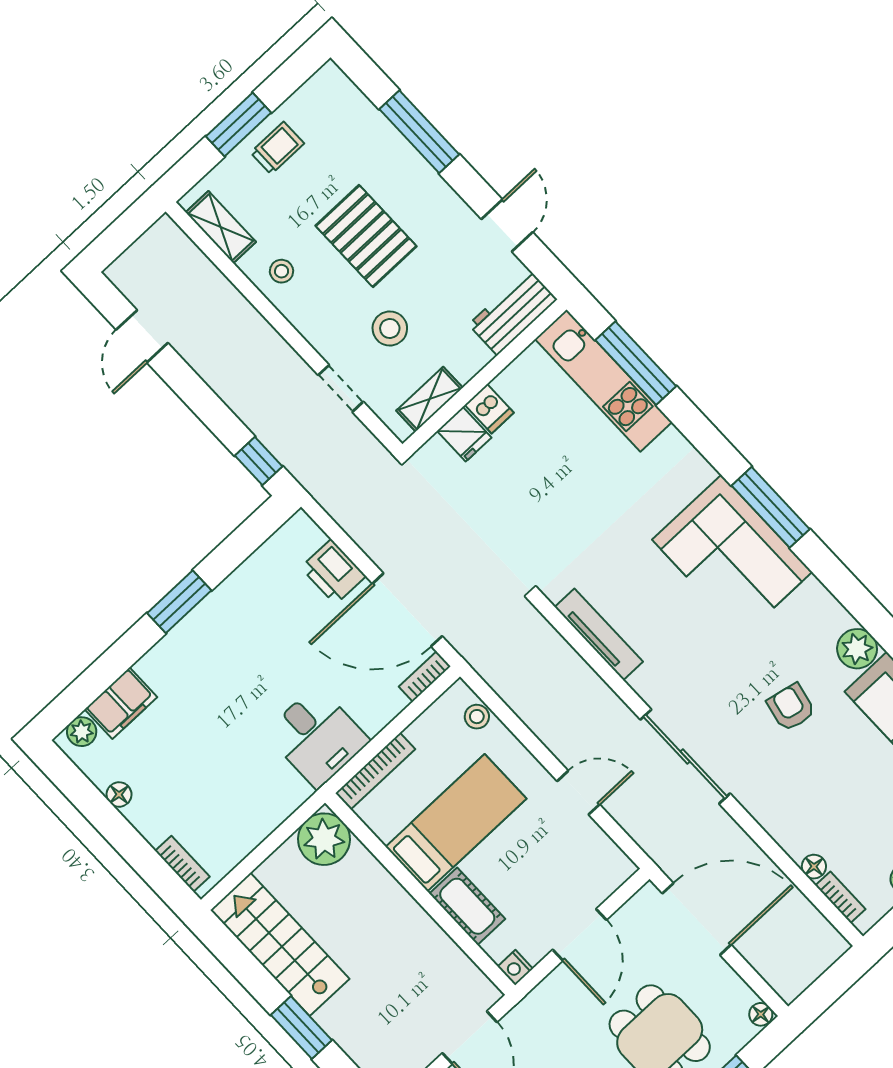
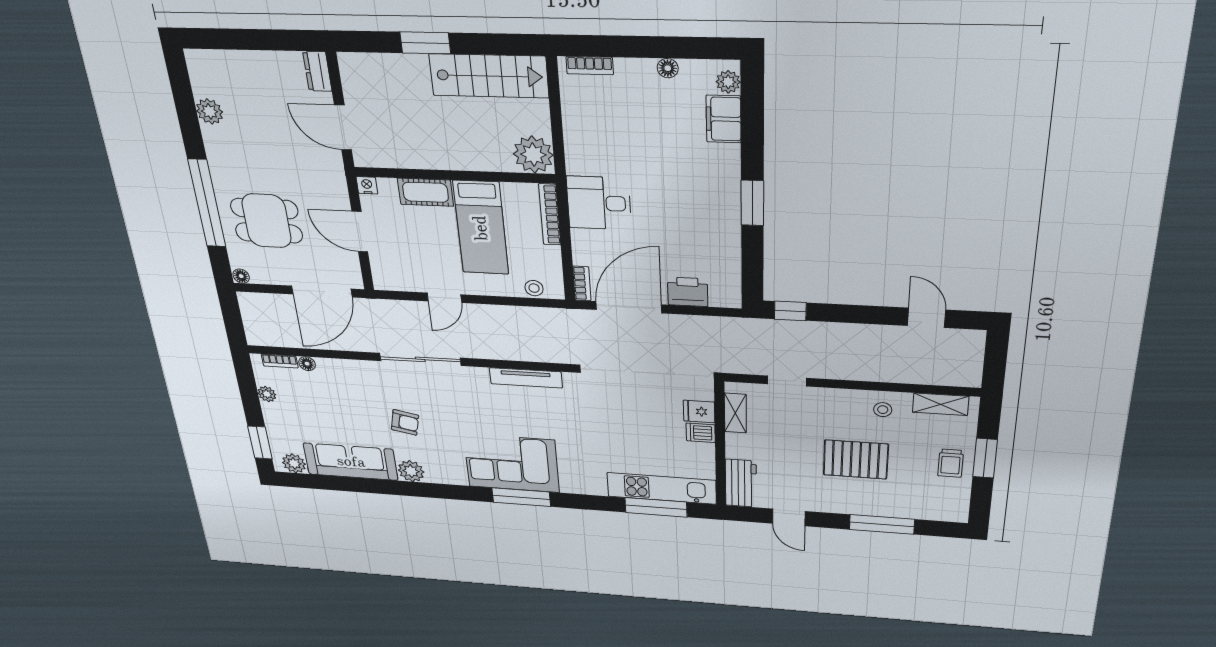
stool: (390, 328) -> (794, 428), removed

